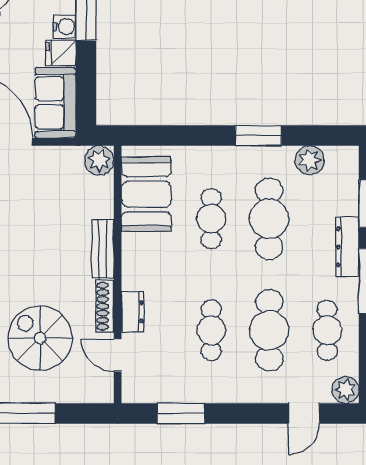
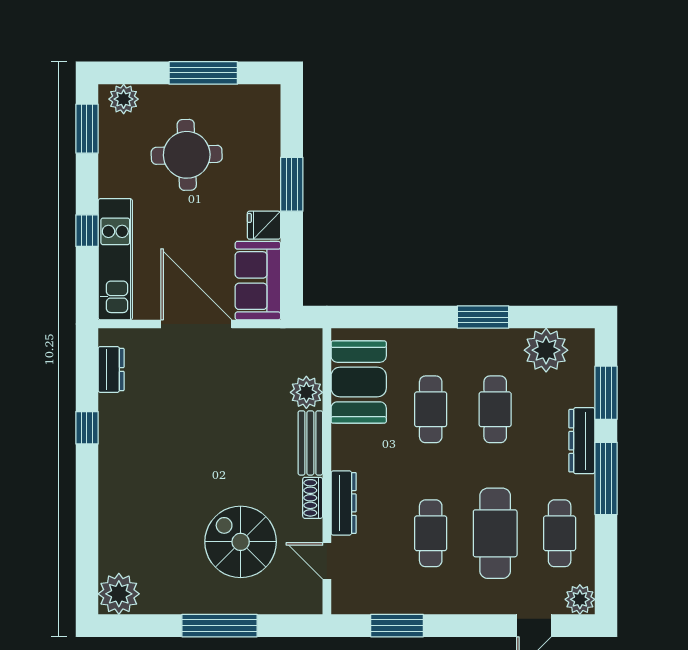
water cooler: (64, 27) -> (268, 196), removed
plant: (99, 160) -> (306, 392), moved
plant: (310, 160) -> (546, 350), width x1.36, depth x1.36
cafe table: (269, 219) -> (495, 409), width x0.73, depth x0.74
shoe rack: (105, 306) -> (313, 498), width x0.70
dresser: (133, 312) -> (344, 503), width x1.44

